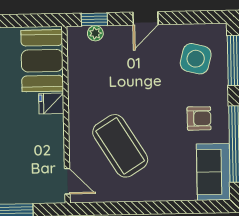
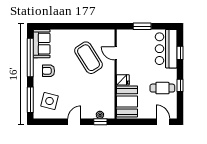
door: (67, 181) -> (116, 53), moved

